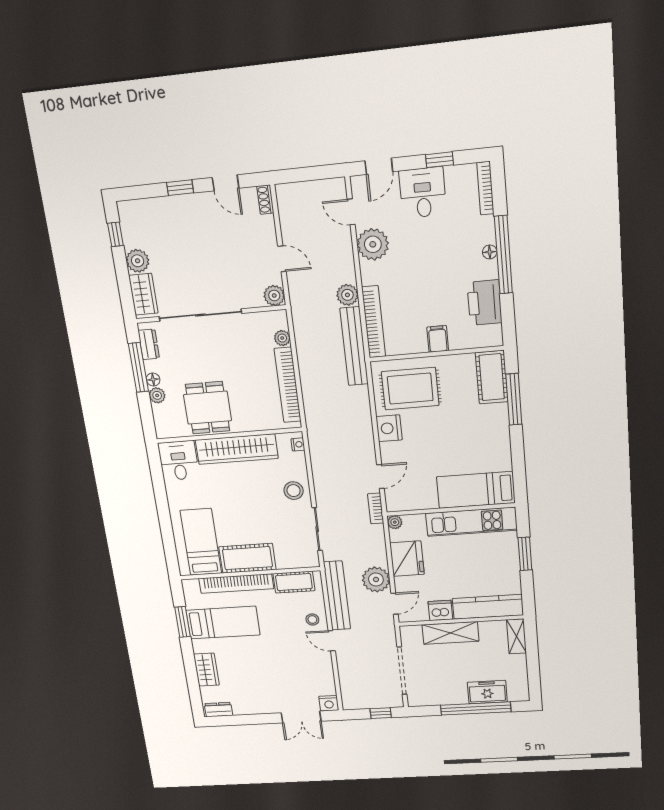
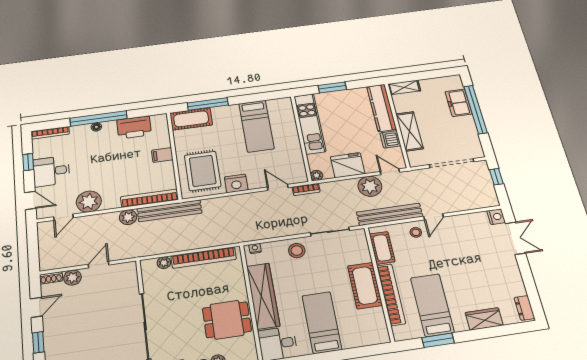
plant: (274, 296) -> (72, 278), moved
bed: (476, 490) -> (256, 126), moved
bed: (201, 542) -> (322, 322), moved, turned 90

